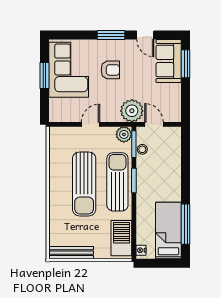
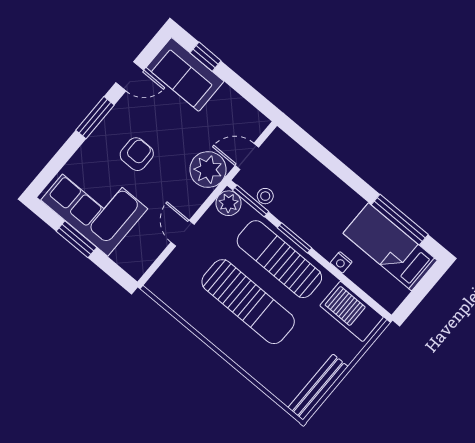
window: (186, 64) -> (206, 57), width x0.67
nightstand: (141, 250) -> (341, 262), moved

